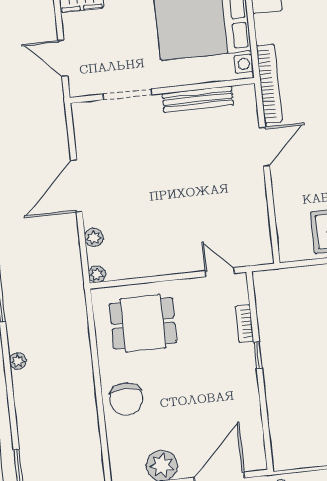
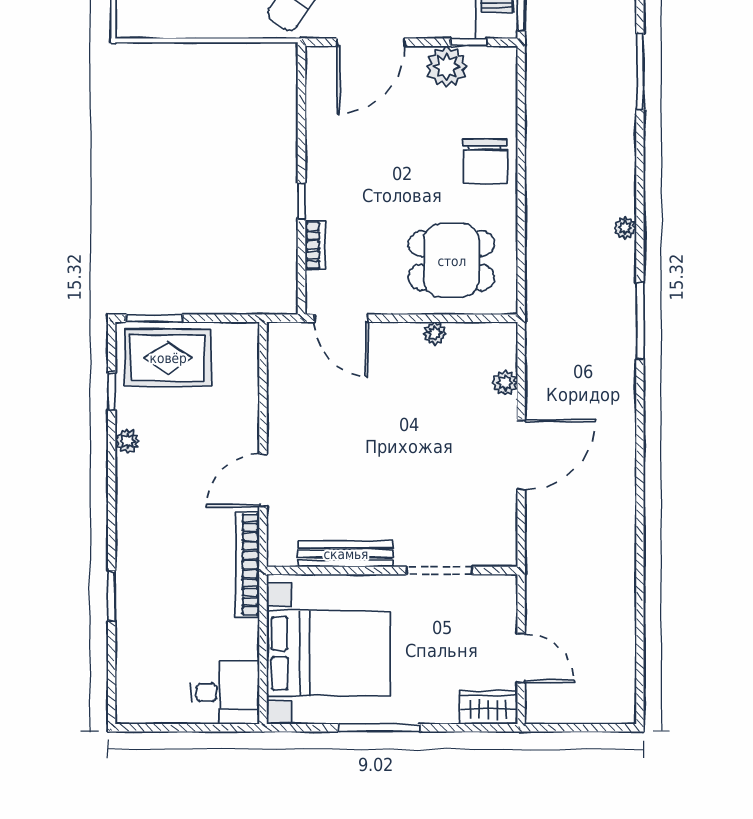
door: (63, 58) -> (521, 658), moved
door: (220, 272) -> (341, 318), width x1.38
plant: (97, 274) -> (435, 333), moved
chair: (126, 399) -> (485, 161), turned 180

